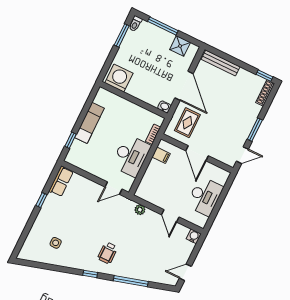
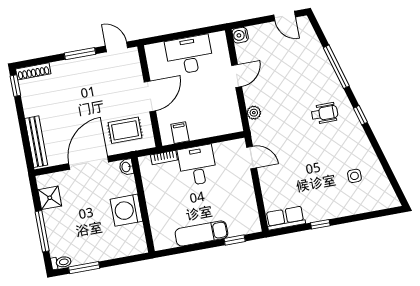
washing machine: (119, 78) -> (126, 210), moved
desk: (131, 156) -> (197, 165), width x0.73

